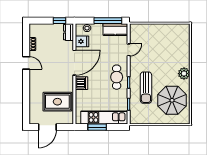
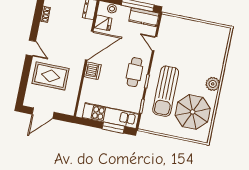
door: (129, 50) -> (155, 44), swing flipped
door: (26, 63) -> (31, 48), moved
sun lounger: (146, 88) -> (166, 91), width x1.36, depth x1.34
rug: (57, 102) -> (51, 76), moved
window: (97, 127) -> (113, 128), moved

